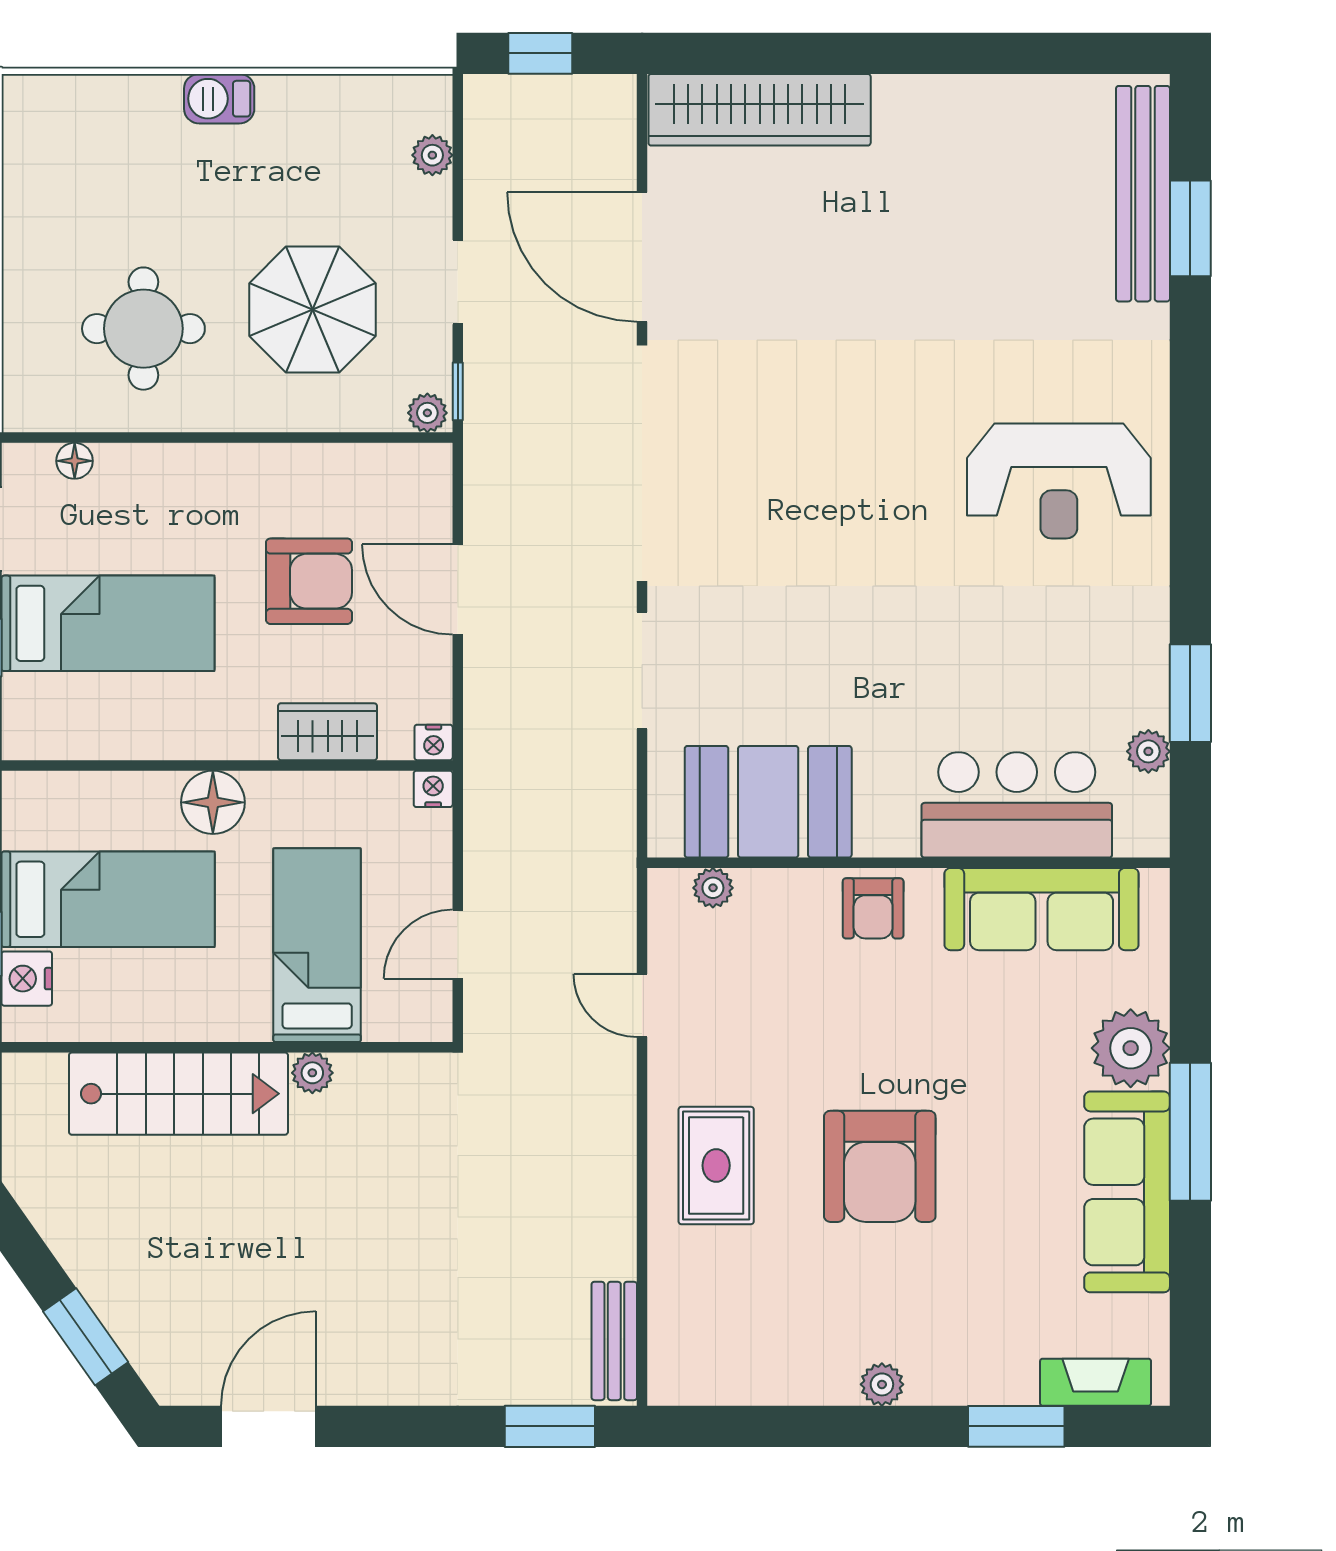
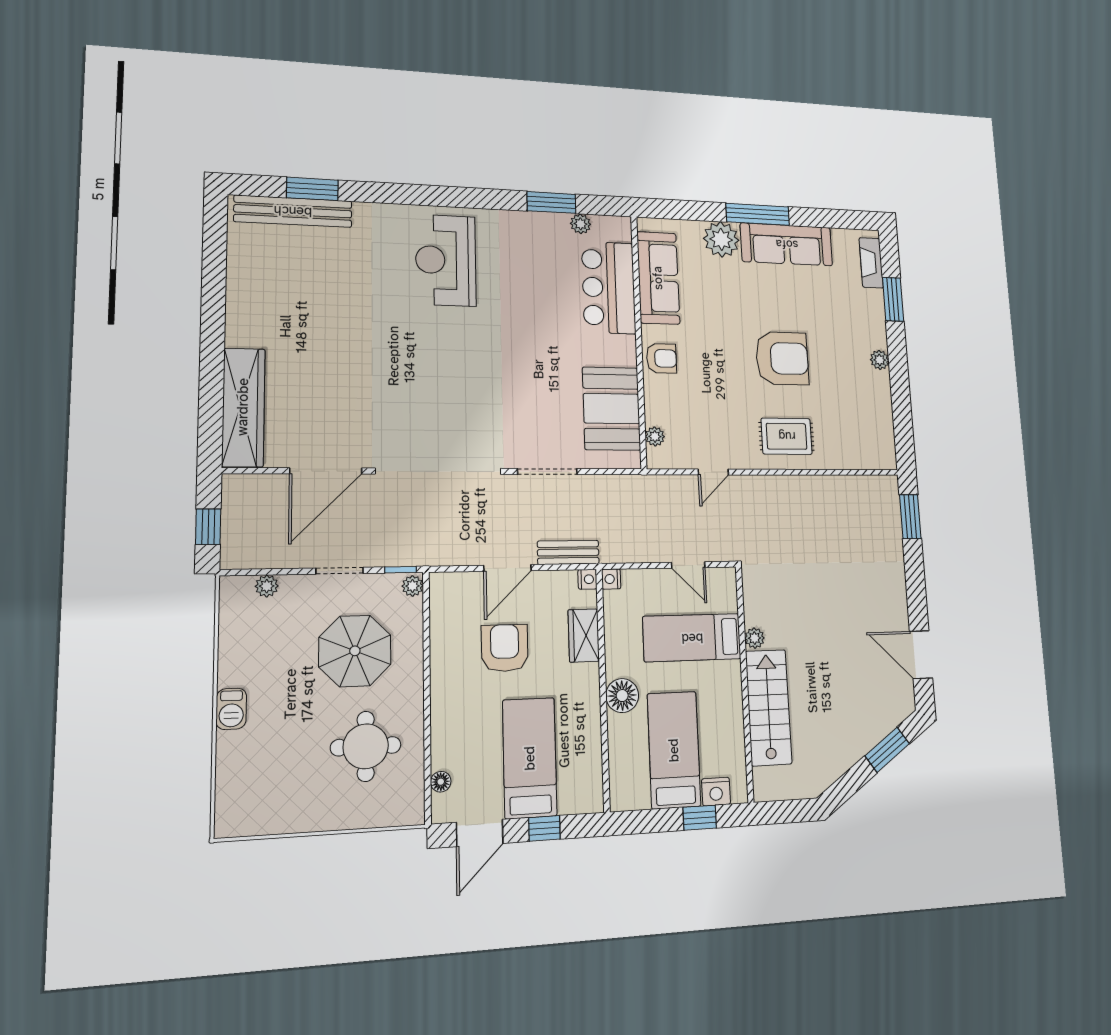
reception desk: (1059, 481) -> (446, 260), turned 180
bench: (614, 1341) -> (568, 552), moved

